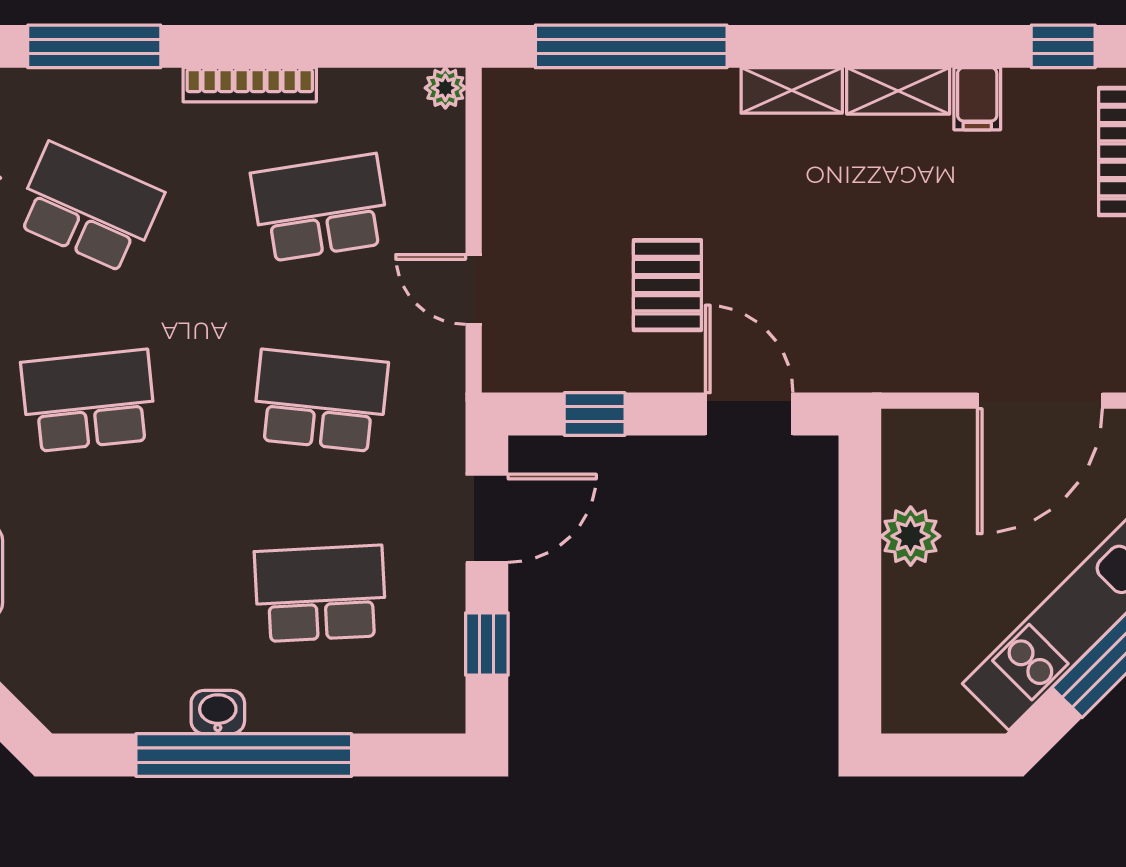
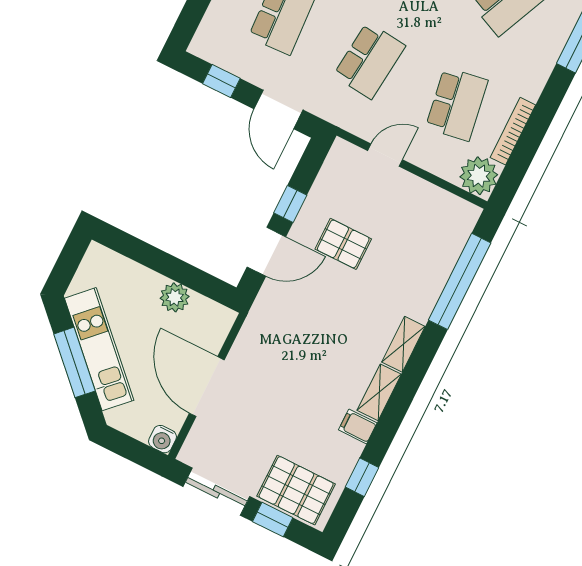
bookcase: (250, 85) -> (513, 131), moved
plant: (445, 88) -> (479, 176), width x1.88, depth x1.88
window: (595, 414) -> (290, 204), moved

